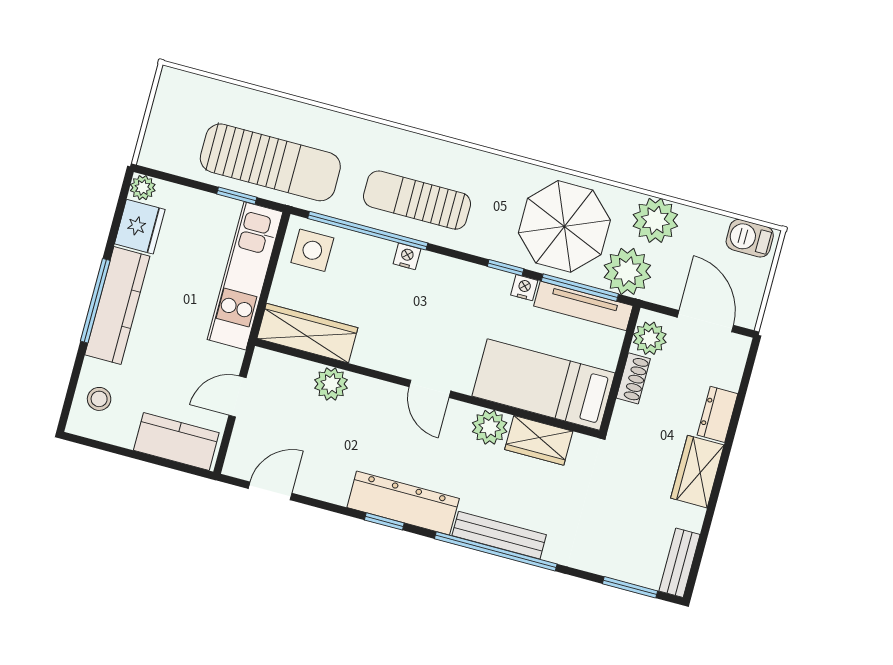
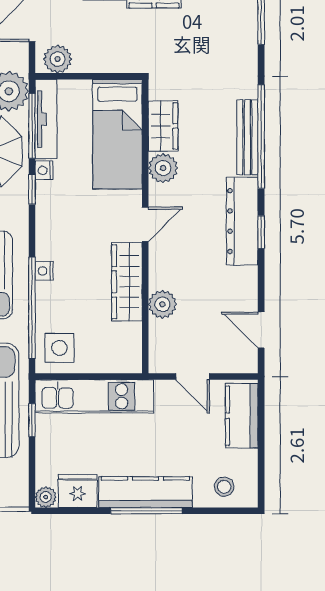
wardrobe: (307, 333) -> (127, 282), moved
shoe rack: (633, 378) -> (93, 64), removed

